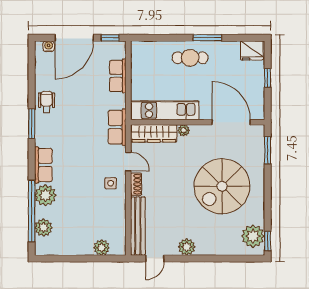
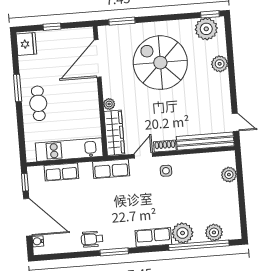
kitchen unit: (165, 110) -> (69, 150), moved, turned 90
spiral stairs: (222, 186) -> (160, 63), turned 180
plant: (187, 247) -> (220, 64), moved

